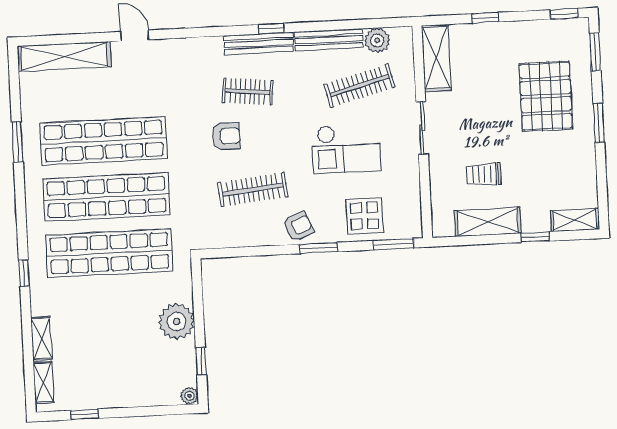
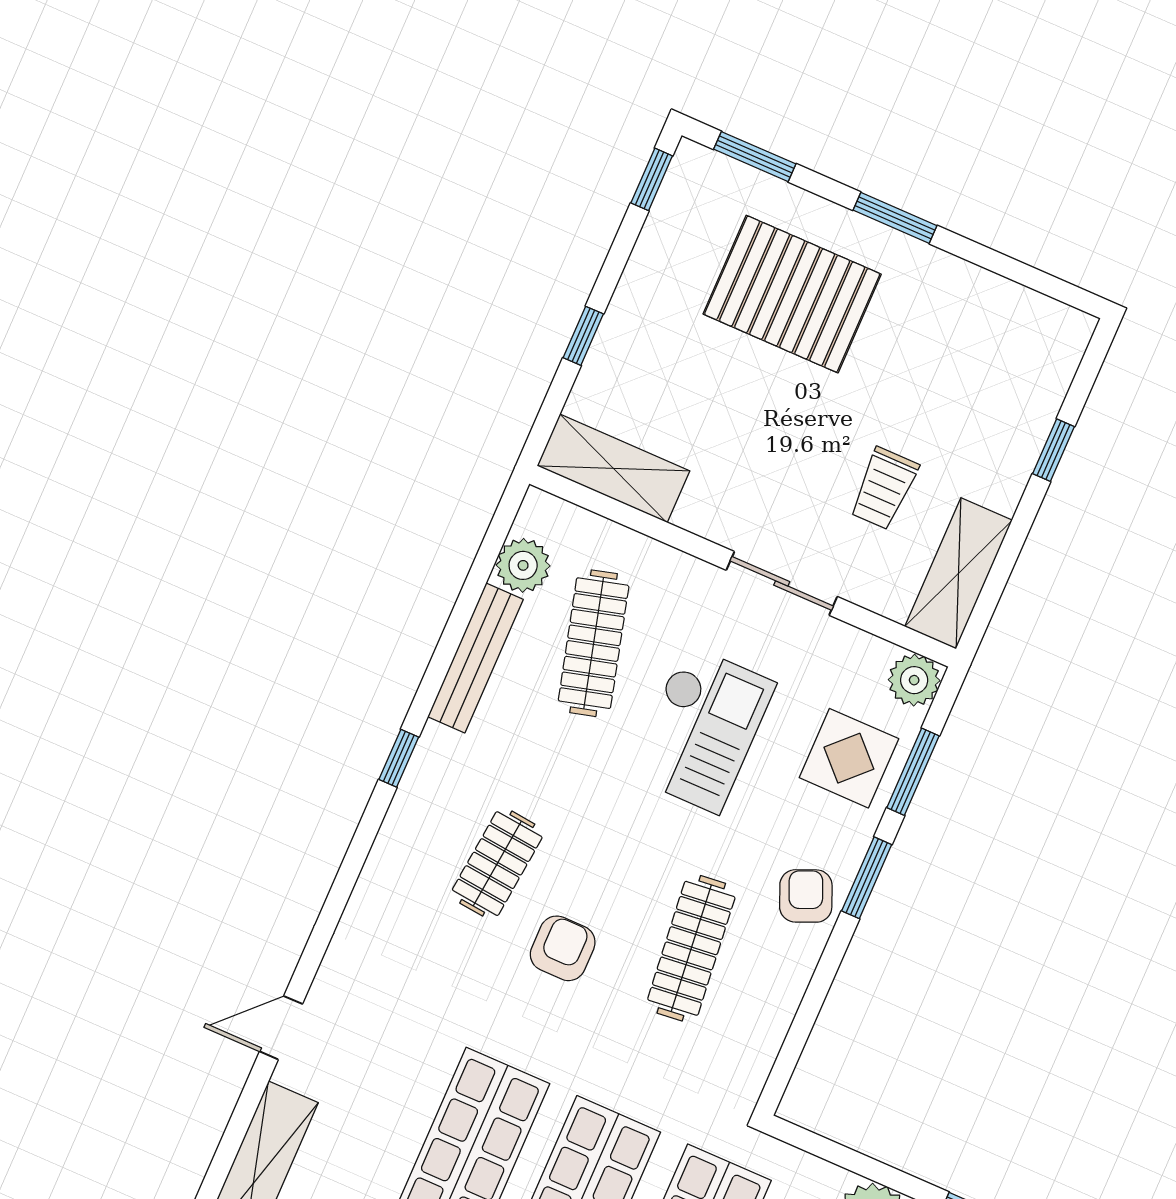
bench: (259, 43) -> (415, 797), removed
sliding door: (422, 128) -> (782, 583), moved
shelving: (575, 220) -> (1059, 357), removed
shelving: (488, 222) -> (958, 573), moved
plant: (411, 227) -> (914, 680), added
window: (393, 244) -> (913, 772), moved

